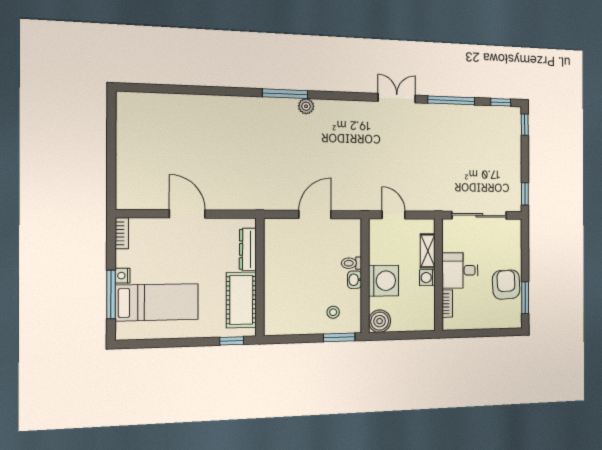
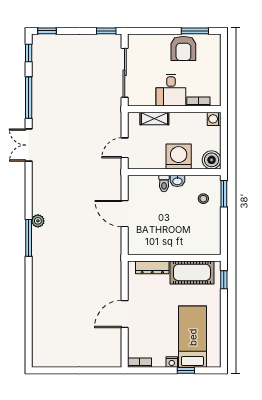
washing machine: (427, 278) -> (214, 119), moved, turned 90
armchair: (506, 285) -> (183, 48), turned -87
window: (111, 294) -> (186, 370), width x0.46

